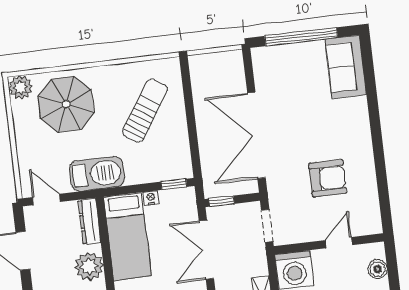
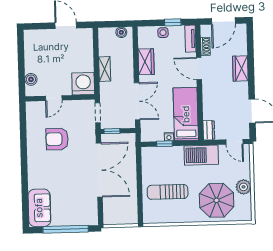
plant: (21, 87) -> (243, 187), moved
sun lounger: (145, 111) -> (168, 192), turned 57
window: (174, 184) -> (164, 144), moved
window: (221, 201) -> (112, 131), moved
dresser: (89, 221) -> (209, 130), width x0.70
plant: (89, 266) -> (212, 98), removed

